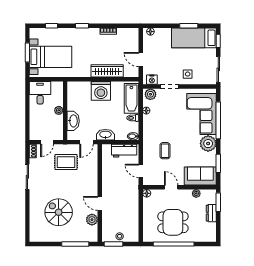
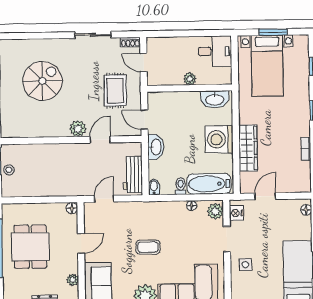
washbasin: (73, 121) -> (215, 99), moved
coffee table: (165, 151) -> (148, 247), moved
door: (100, 203) -> (100, 140), moved
plant: (92, 220) -> (78, 129), moved

